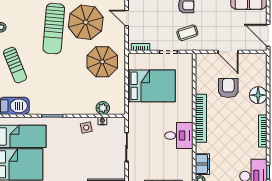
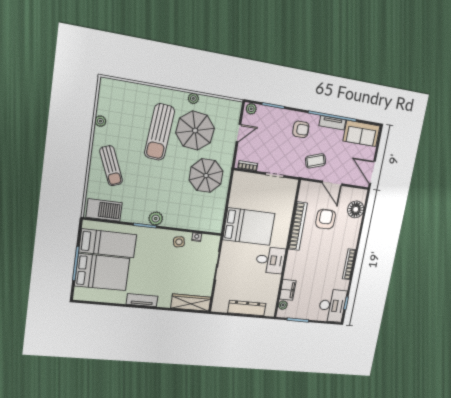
door: (127, 18) -> (239, 133), swing flipped
coffee table: (187, 33) -> (316, 161), moved
bed: (151, 86) -> (249, 227), moved
floor lamp: (258, 95) -> (356, 209), moved
plant: (103, 108) -> (156, 219), moved
bookcase: (201, 118) -> (298, 226), moved

